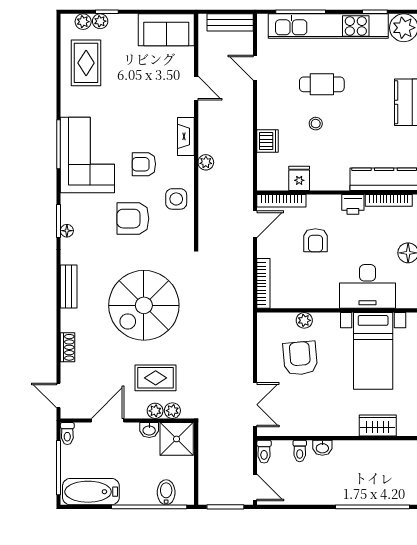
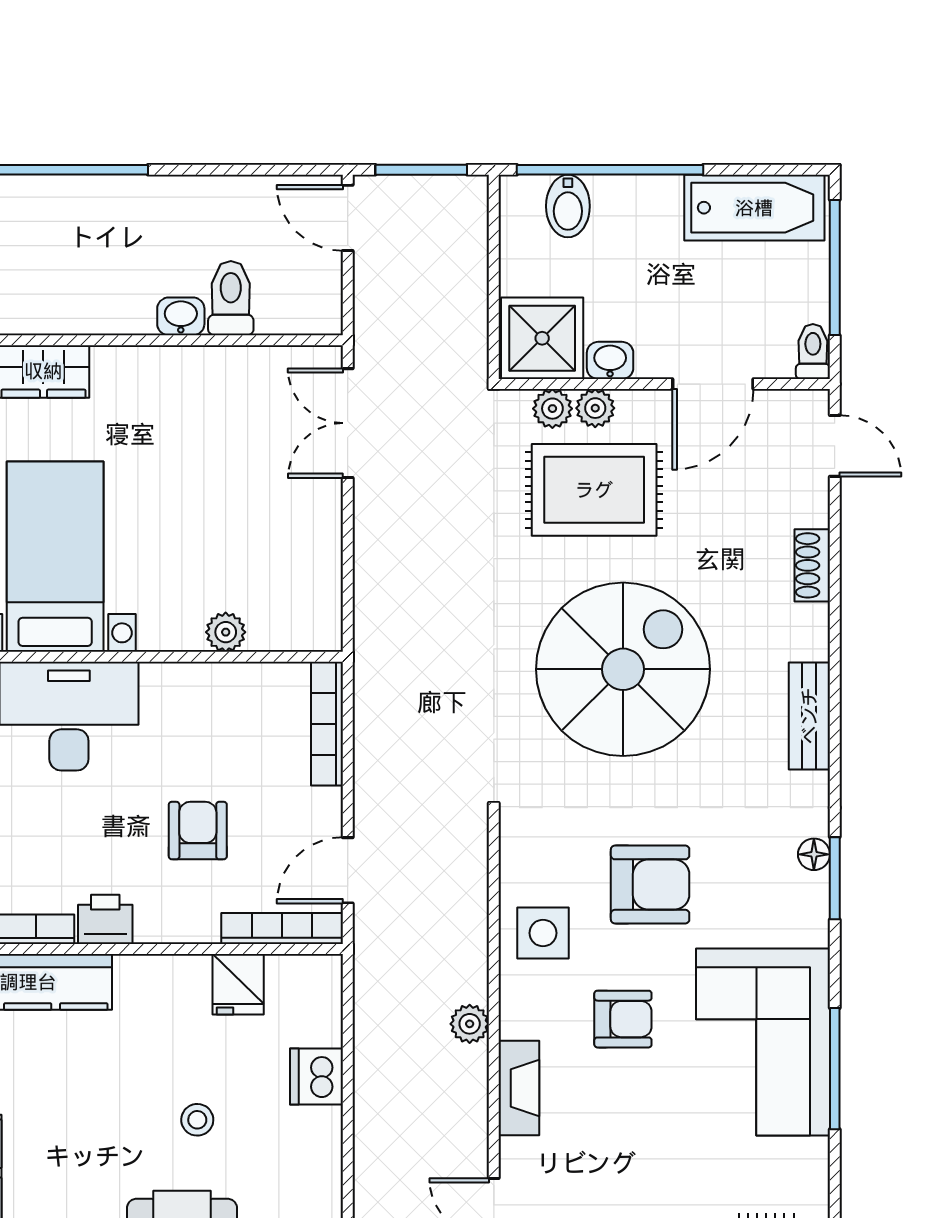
armchair: (300, 358) -> (236, 538), removed
rug: (156, 378) -> (594, 490), width x1.36, depth x1.43
toilet: (300, 451) -> (231, 298), width x1.37, depth x1.39
toilet: (264, 452) -> (325, 307), removed

